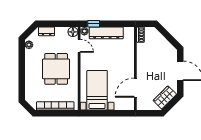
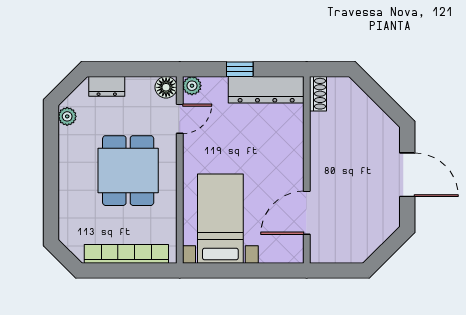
window: (94, 24) -> (240, 69), moved
dresser: (106, 33) -> (266, 90), moved
door: (79, 46) -> (180, 119), hinge flipped
wardrobe: (165, 97) -> (373, 235), removed

